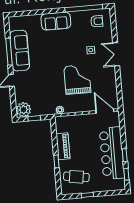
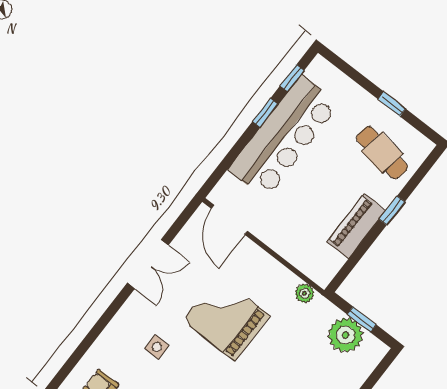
double door: (116, 54) -> (148, 264), moved
grand piano: (77, 79) -> (226, 318), turned 90
plant: (23, 110) -> (346, 335), moved

